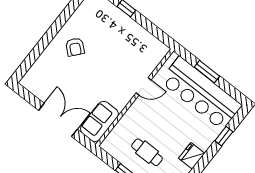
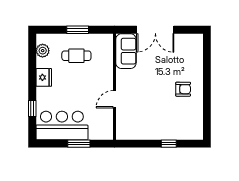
armchair: (75, 47) -> (183, 89), turned 139
bar counter: (201, 93) -> (62, 126), width x0.73

